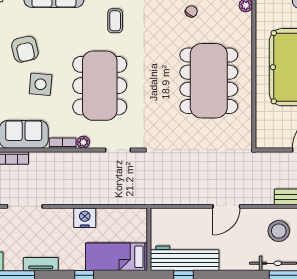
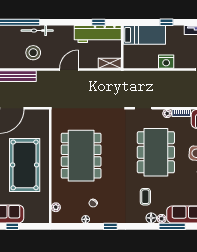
shelving: (167, 215) -> (110, 63), added

